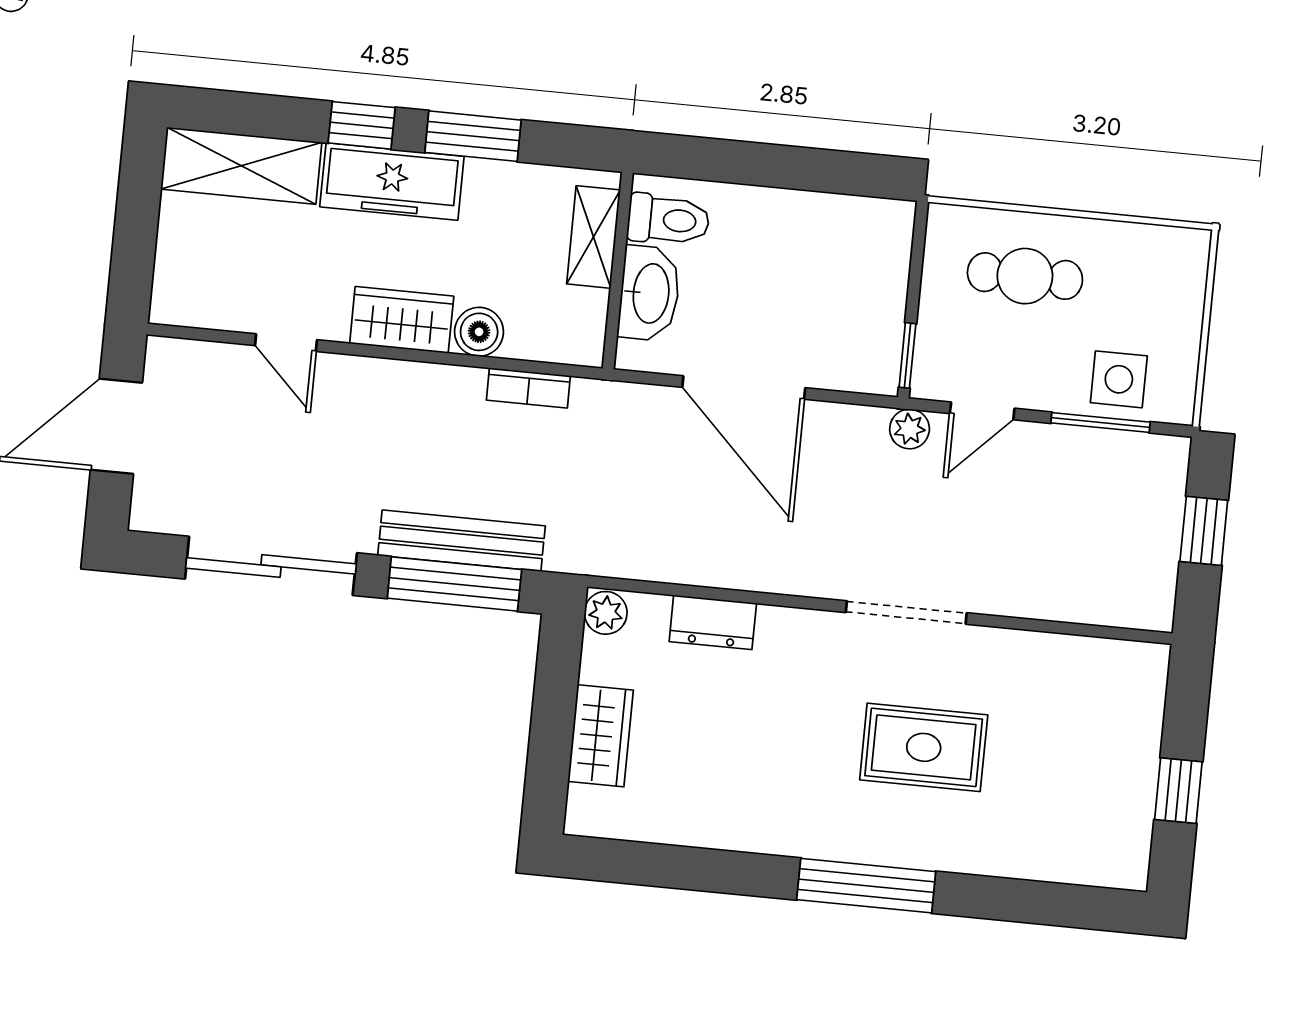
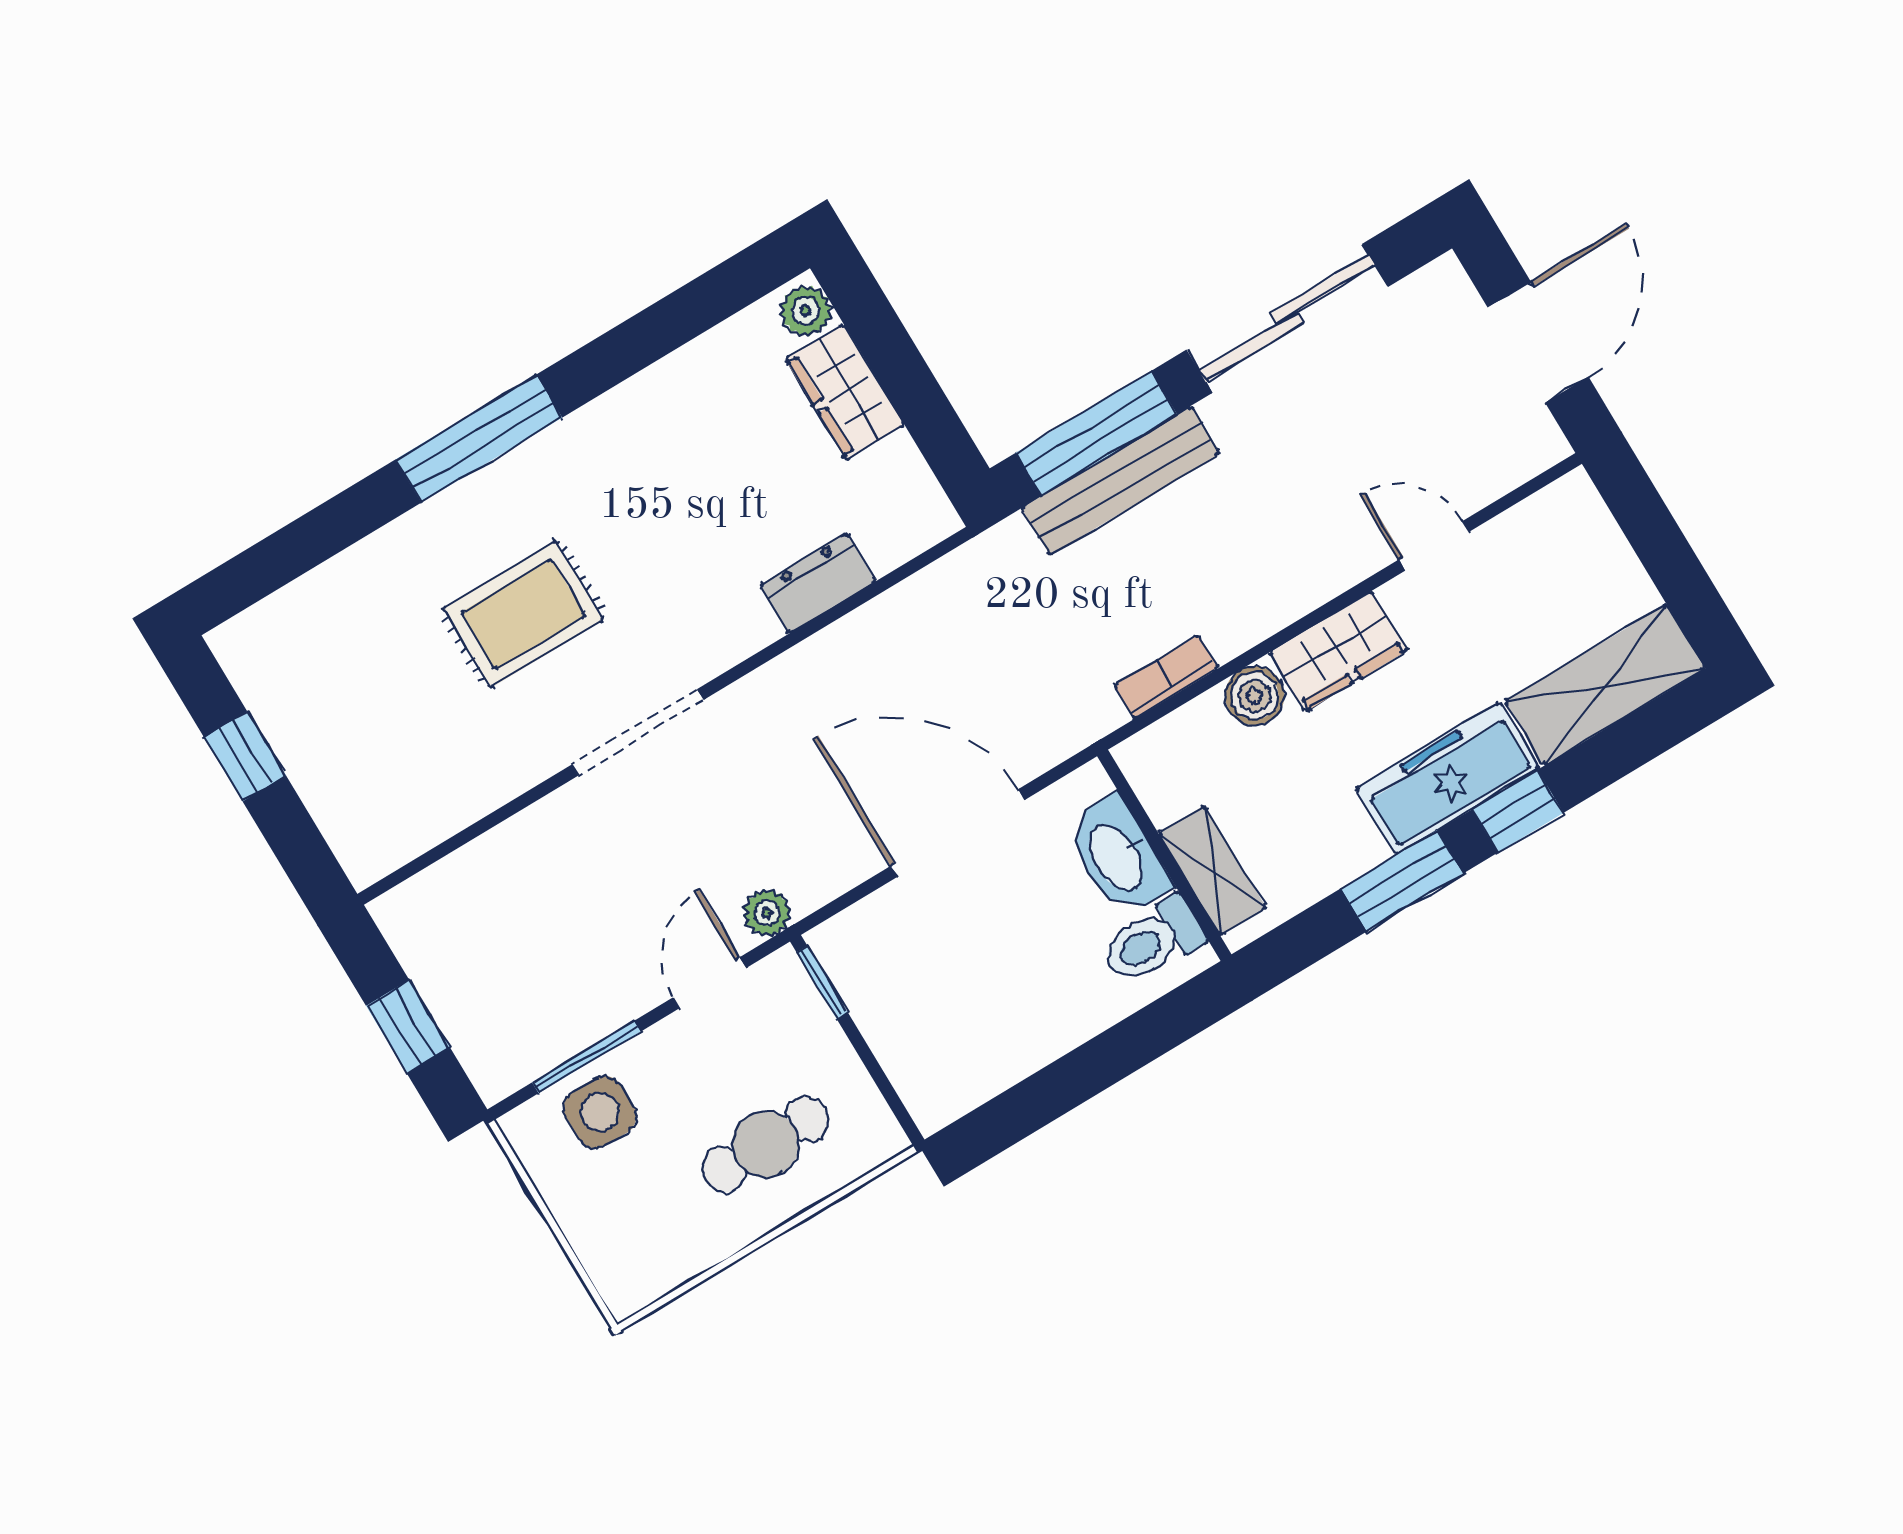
plant: (606, 613) -> (806, 311), moved

